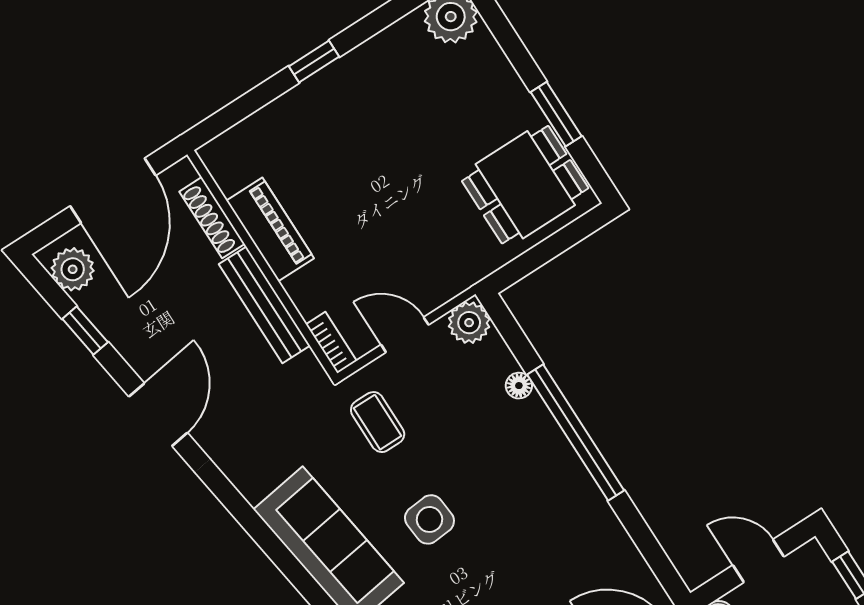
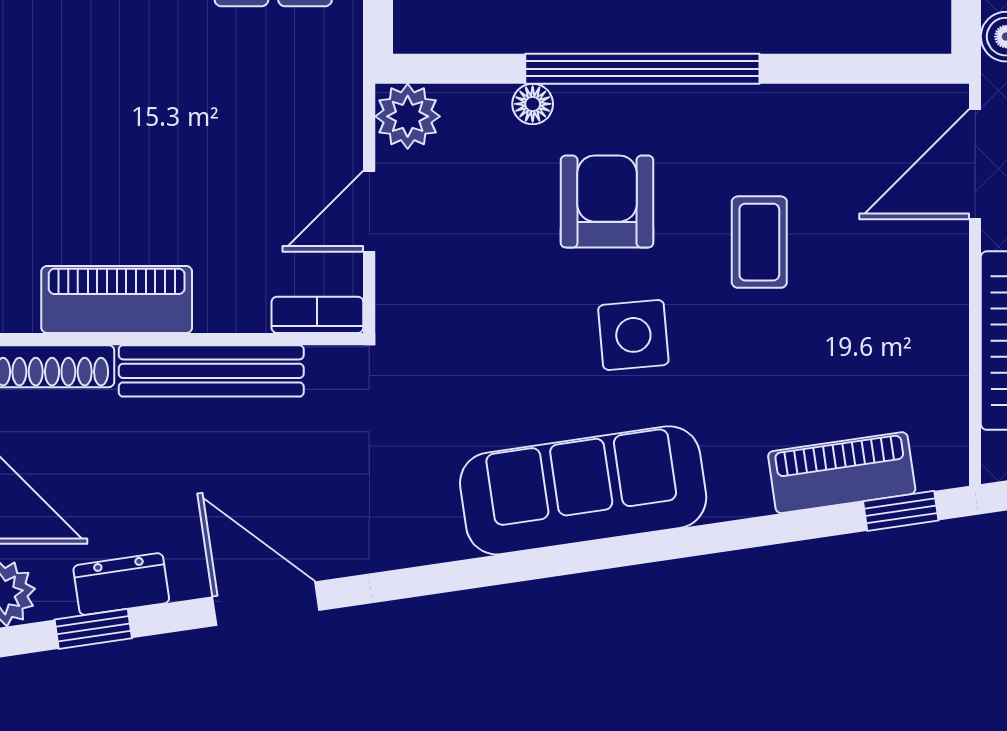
dresser: (119, 330) -> (121, 584), added
coffee table: (378, 422) -> (759, 242), moved, turned 90
armchair: (492, 459) -> (607, 202), added

